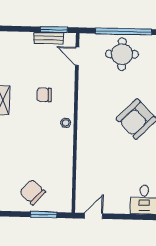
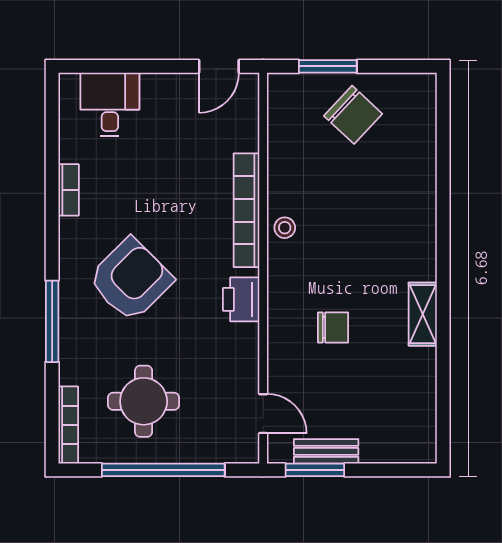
round table: (122, 54) -> (144, 401), moved
printer: (86, 109) -> (241, 299), added
stool: (66, 123) -> (285, 228), moved
bookcase: (83, 150) -> (246, 210), added

